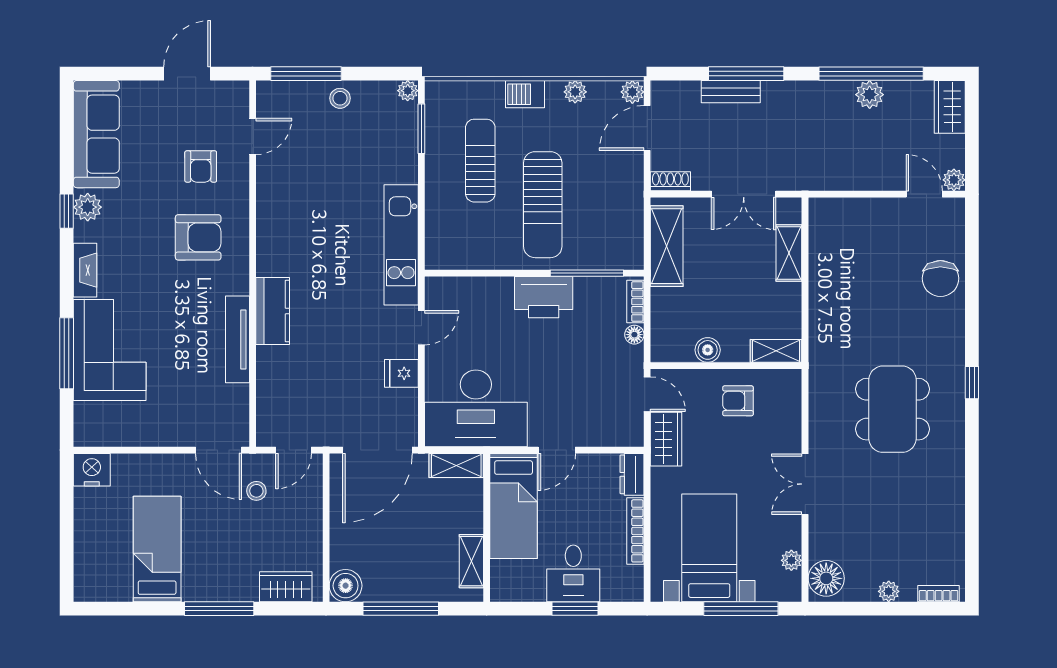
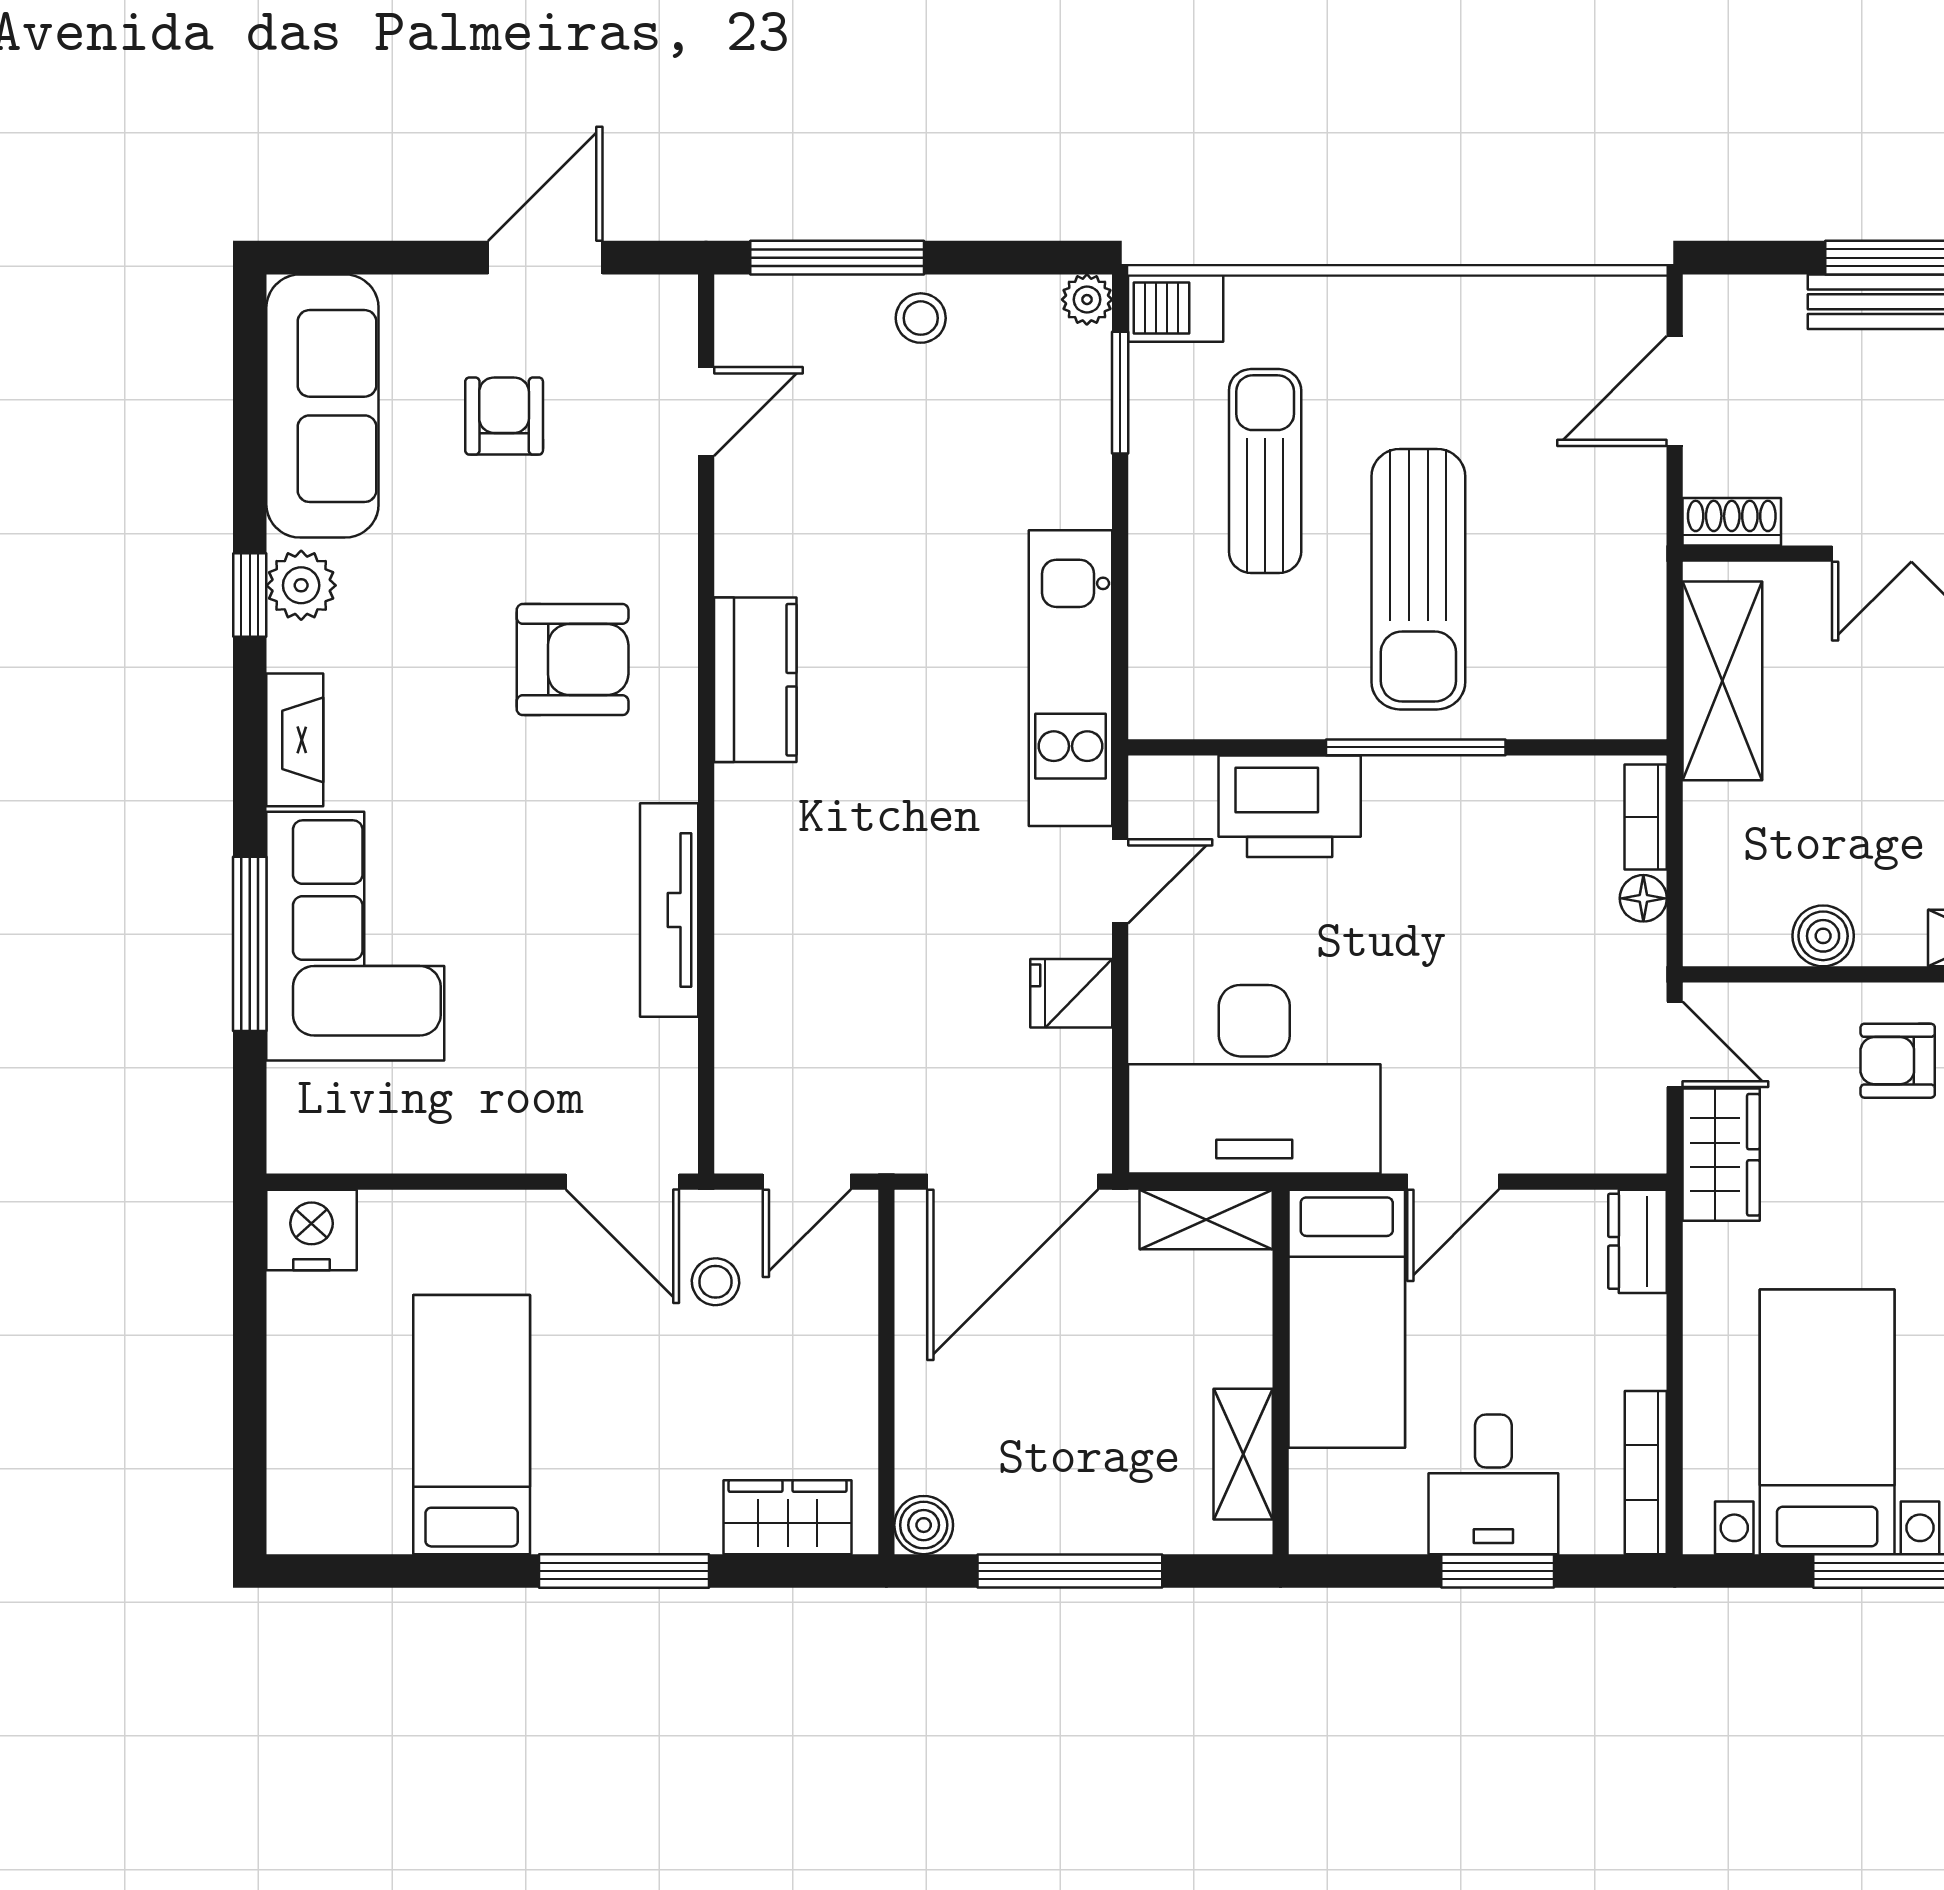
plant: (575, 92) -> (1498, 302), removed
plant: (632, 92) -> (1638, 303), removed
barbecue: (525, 94) -> (1176, 308), moved
armchair: (201, 167) -> (504, 416), moved, turned 180
window: (587, 273) -> (1416, 747), moved
printer: (544, 297) -> (1290, 806), moved
kitchen counter: (273, 311) -> (755, 680), moved
bookcase: (635, 531) -> (1646, 1473), moved
boiler: (346, 586) -> (924, 1525), width x0.73, depth x0.73

